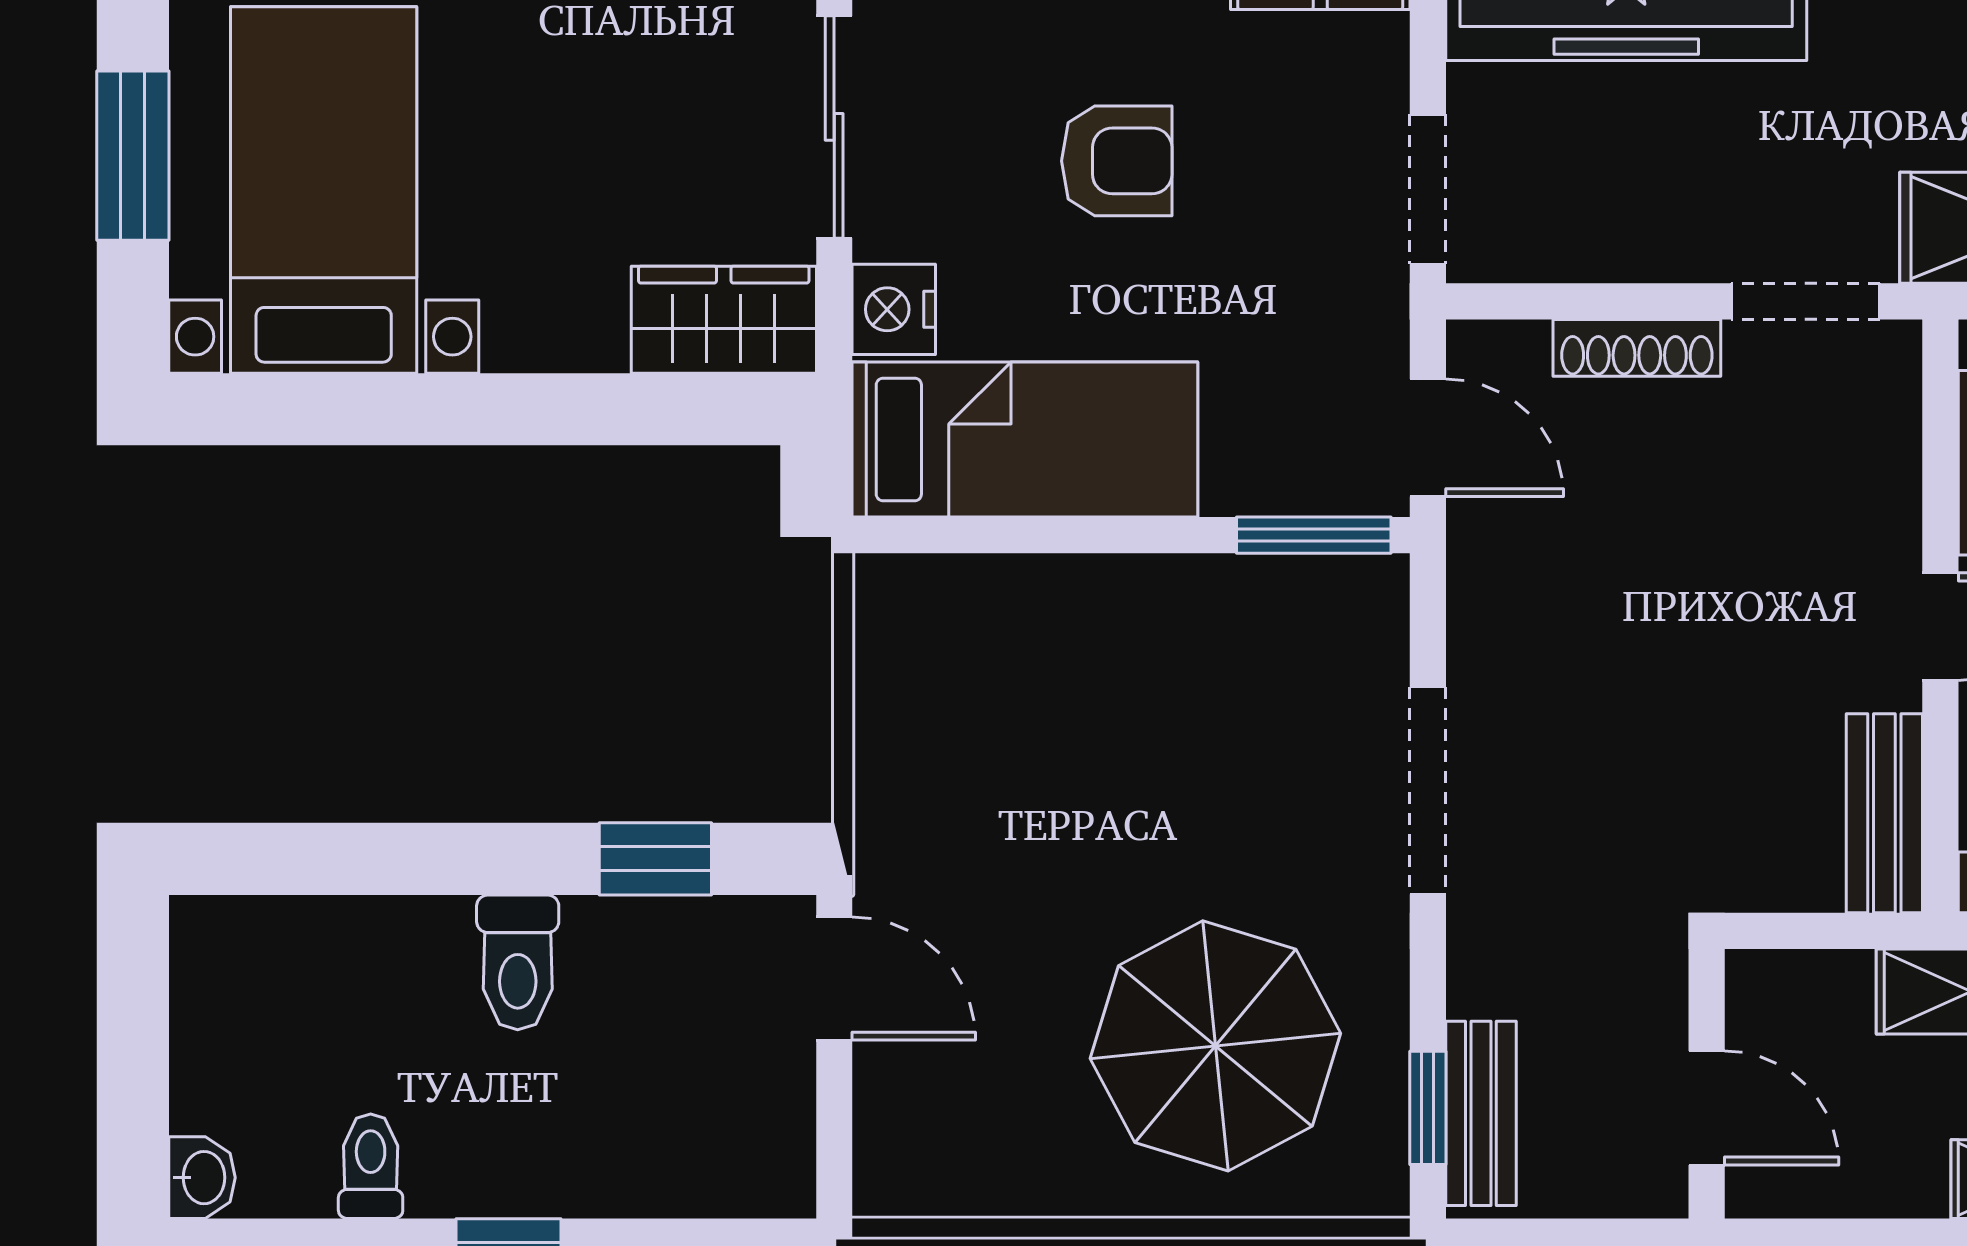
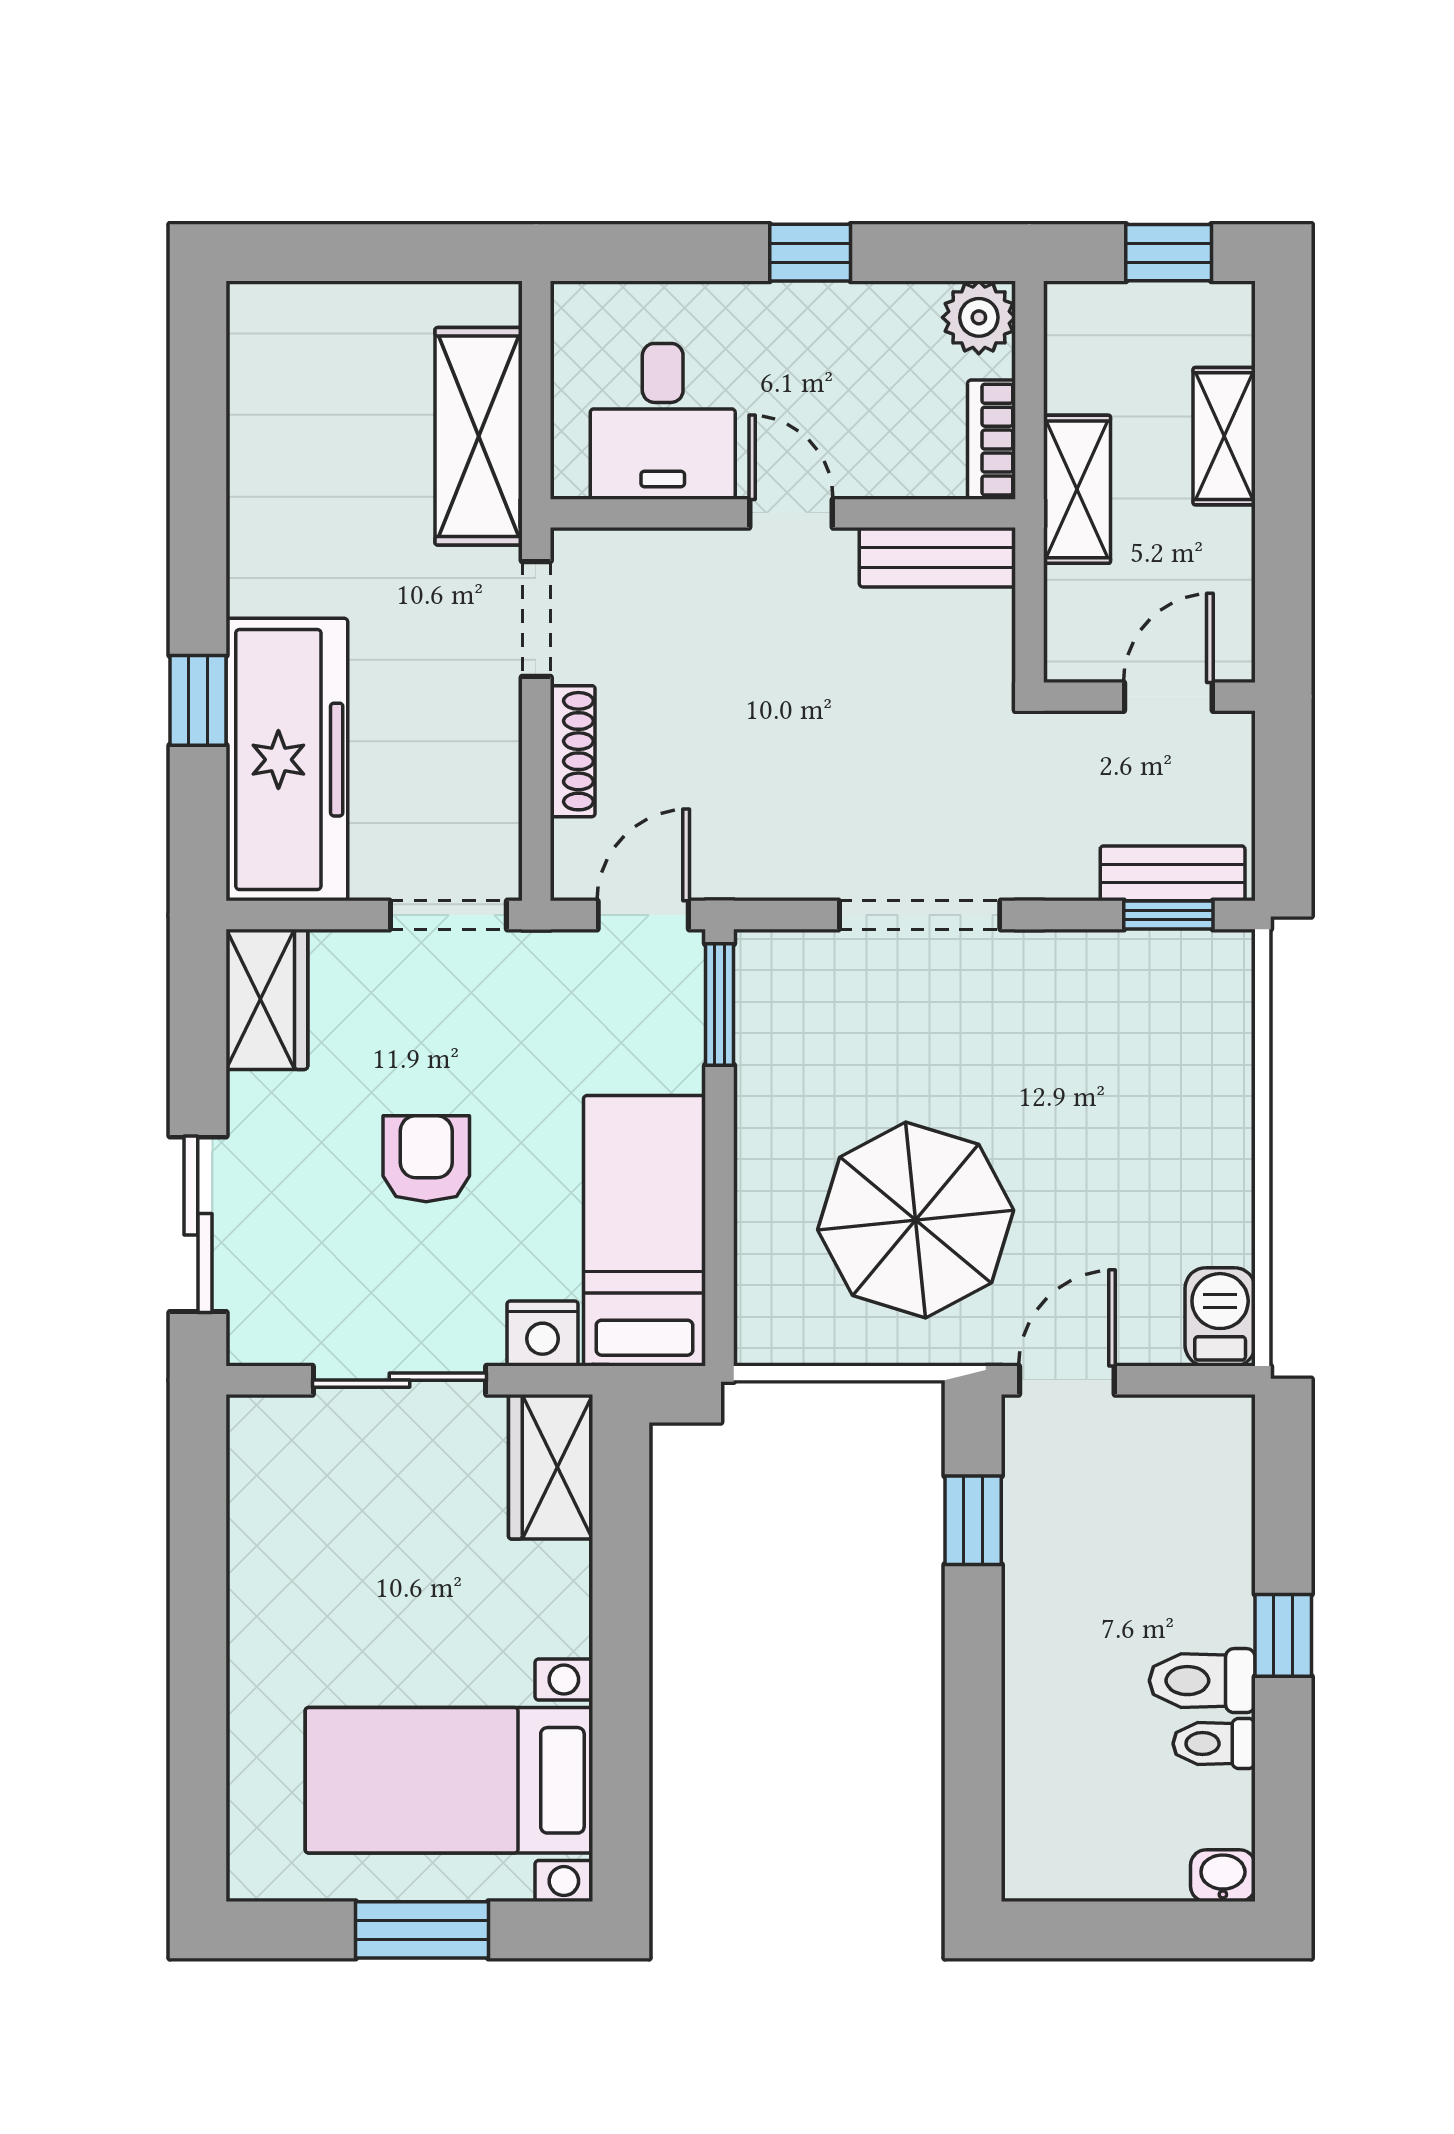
toilet: (518, 962) -> (1202, 1681), moved, turned 180
parasol: (1215, 1046) -> (916, 1220), moved
barbecue: (915, 1174) -> (1220, 1317), added

